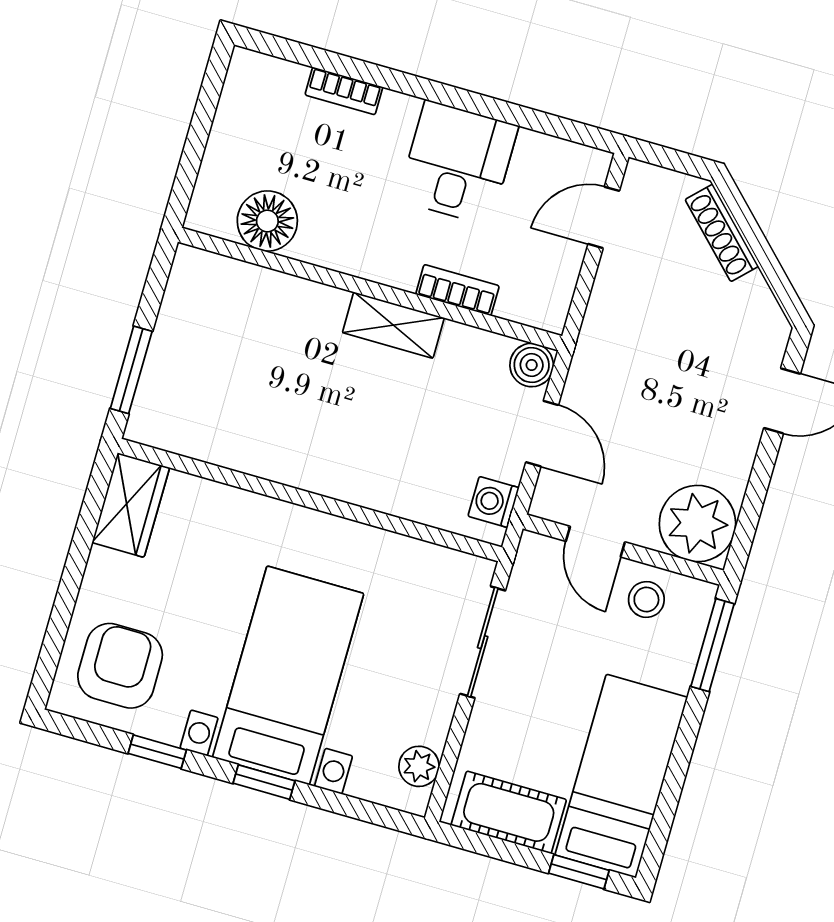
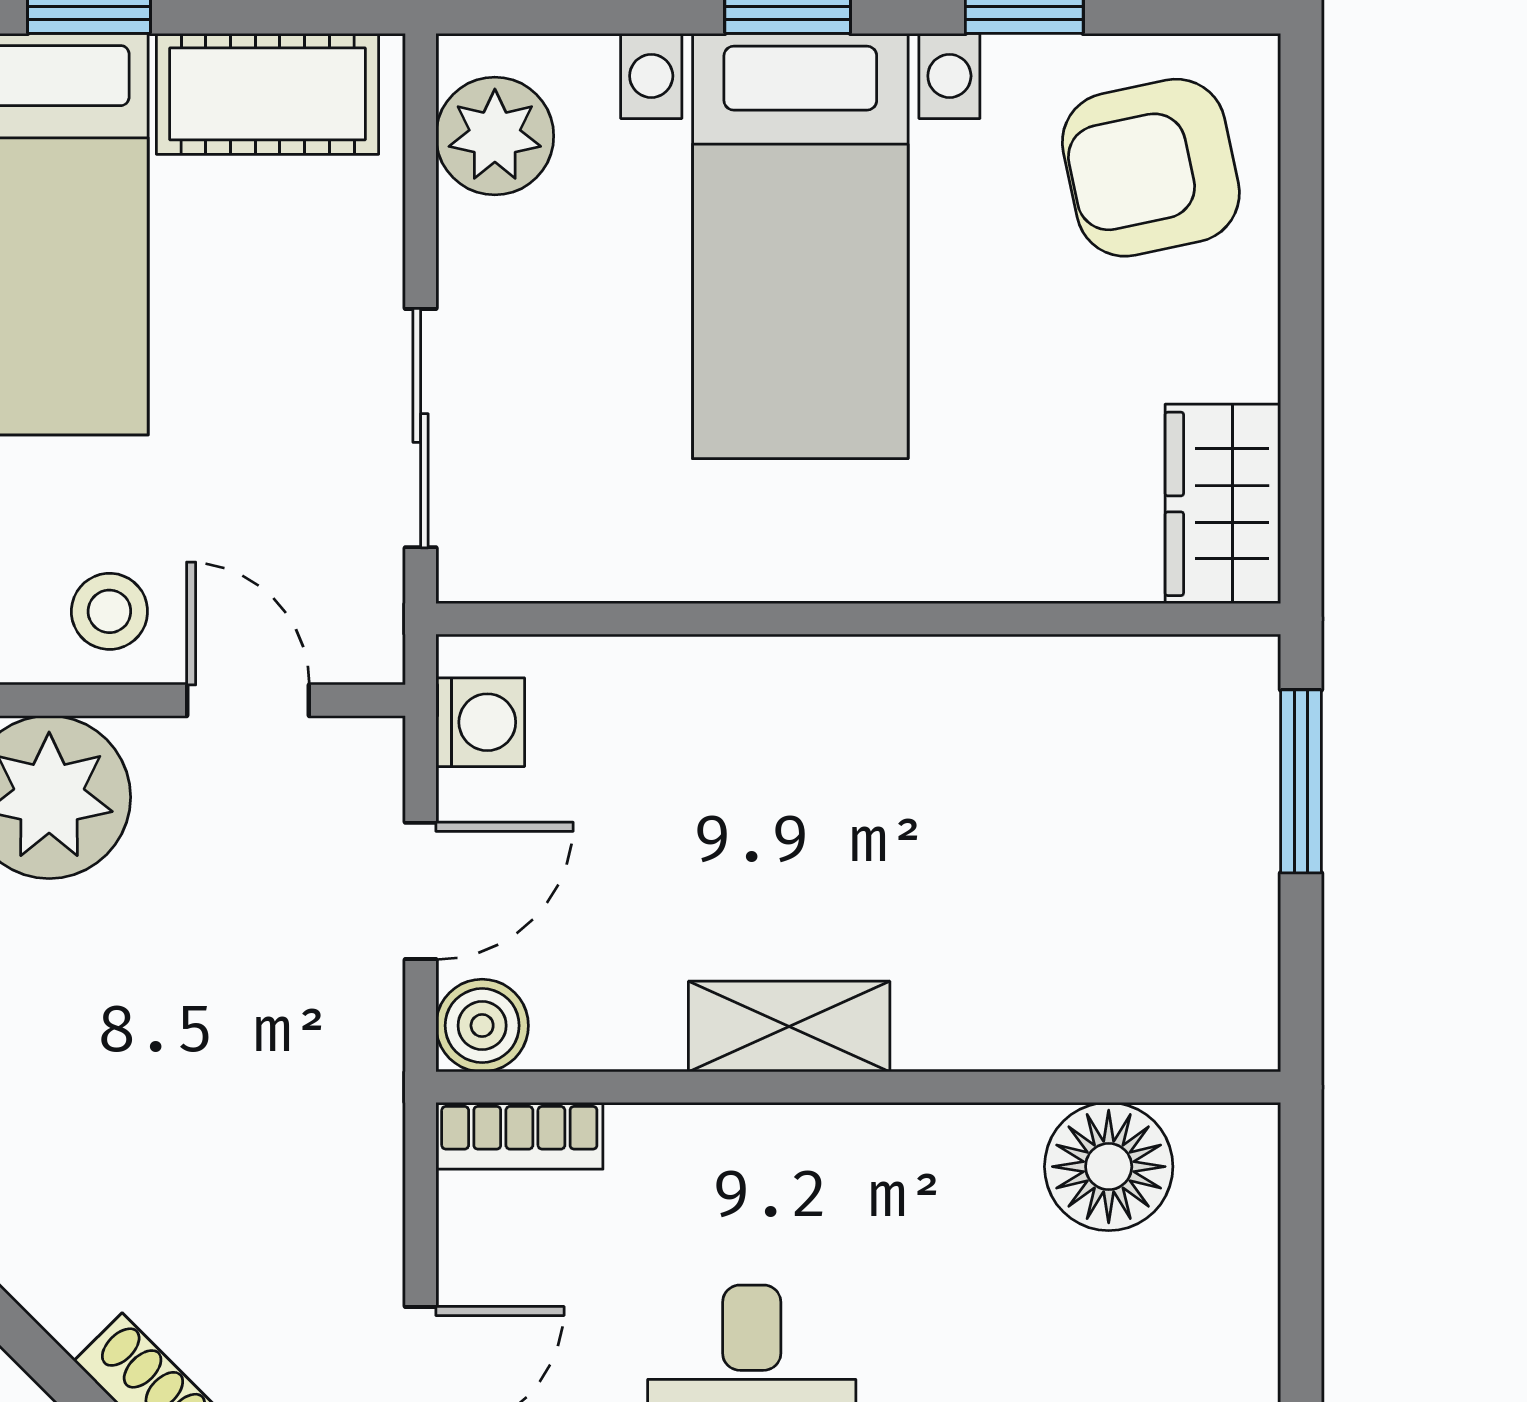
bookcase: (457, 290) -> (519, 1136), moved
door: (542, 434) -> (421, 891), swing flipped
armchair: (120, 666) -> (1151, 168), turned 78
plant: (419, 766) -> (495, 136), width x1.38, depth x1.38

